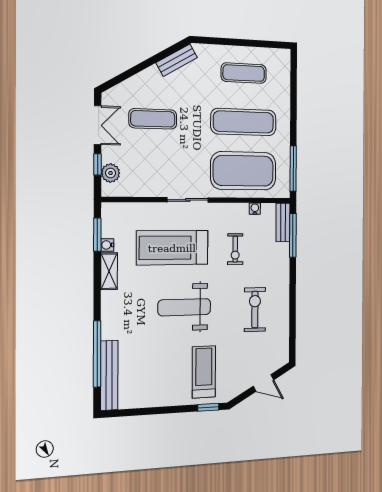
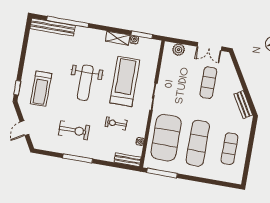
window: (98, 164) -> (185, 42), removed
window: (293, 235) -> (78, 158), moved
weight bench: (184, 307) -> (85, 83), turned 180
treadmill: (204, 372) -> (41, 89), turned 90

